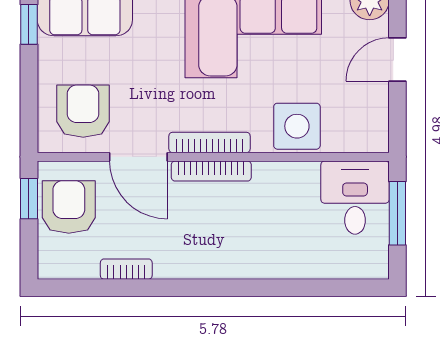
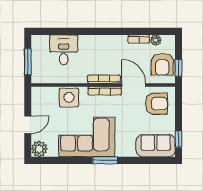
armchair: (83, 111) -> (156, 104), turned -90
desk: (355, 198) -> (64, 50), moved, turned 180
plant: (85, 266) -> (156, 40), added

